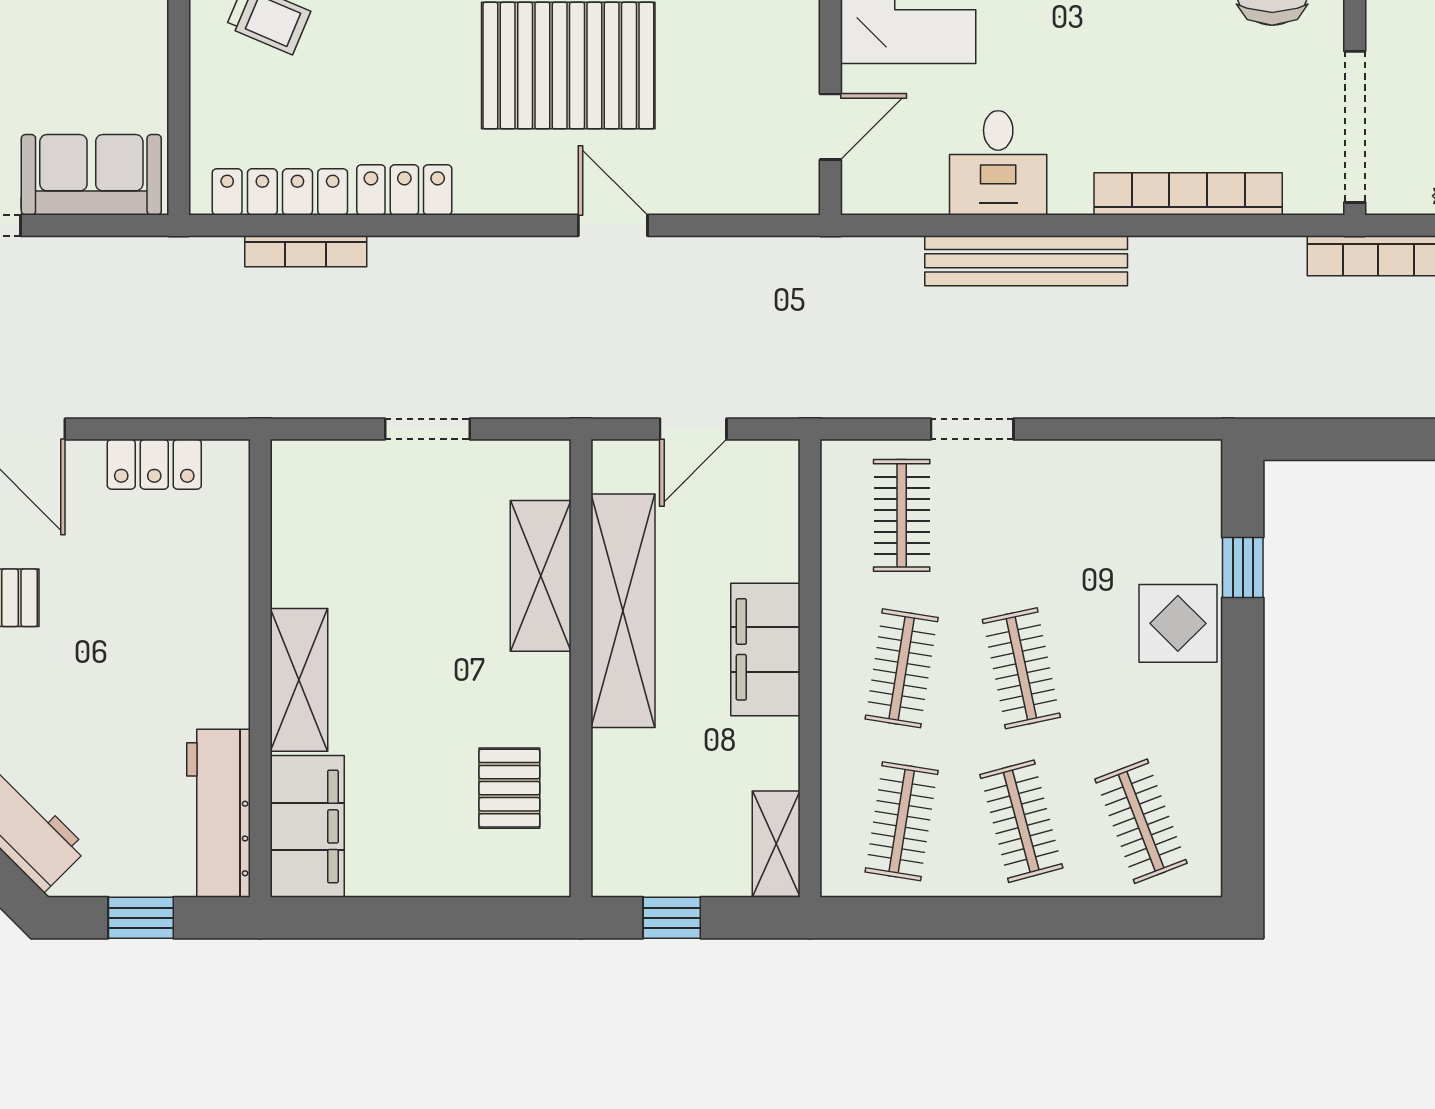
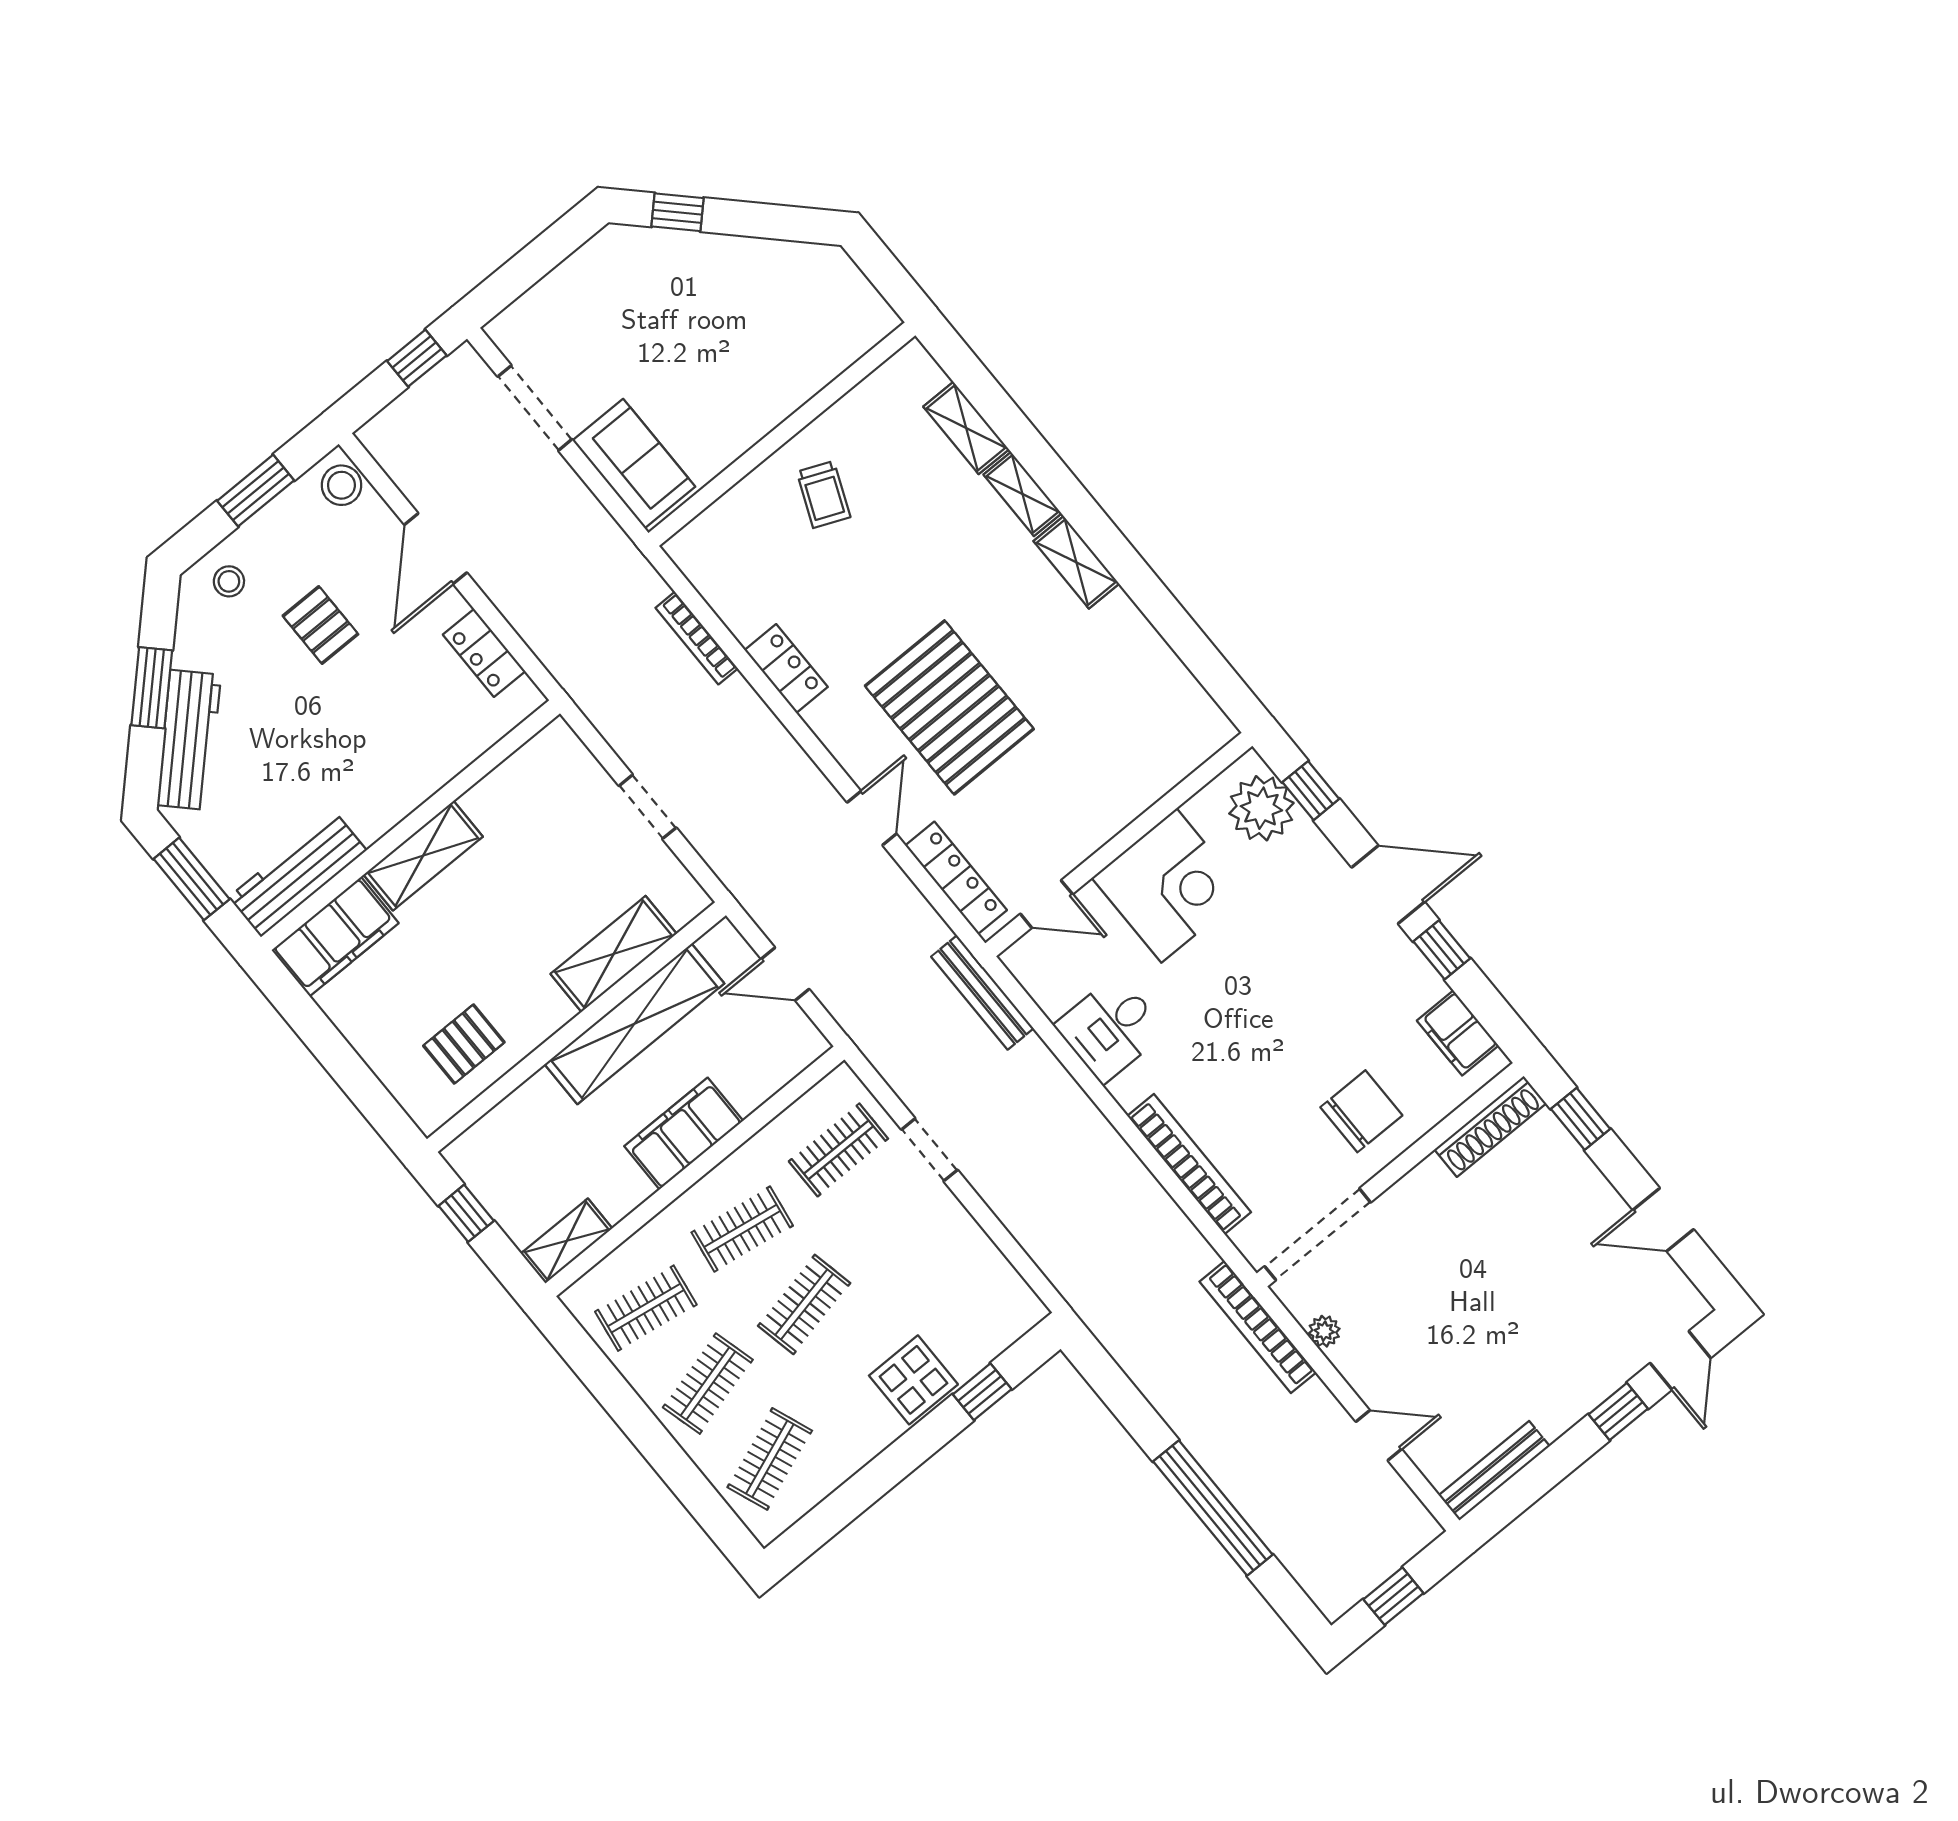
locker: (280, 192) -> (956, 878), moved
bench: (1026, 261) -> (982, 992), moved, width x0.73, depth x0.82
window: (141, 918) -> (192, 879), width x1.50

